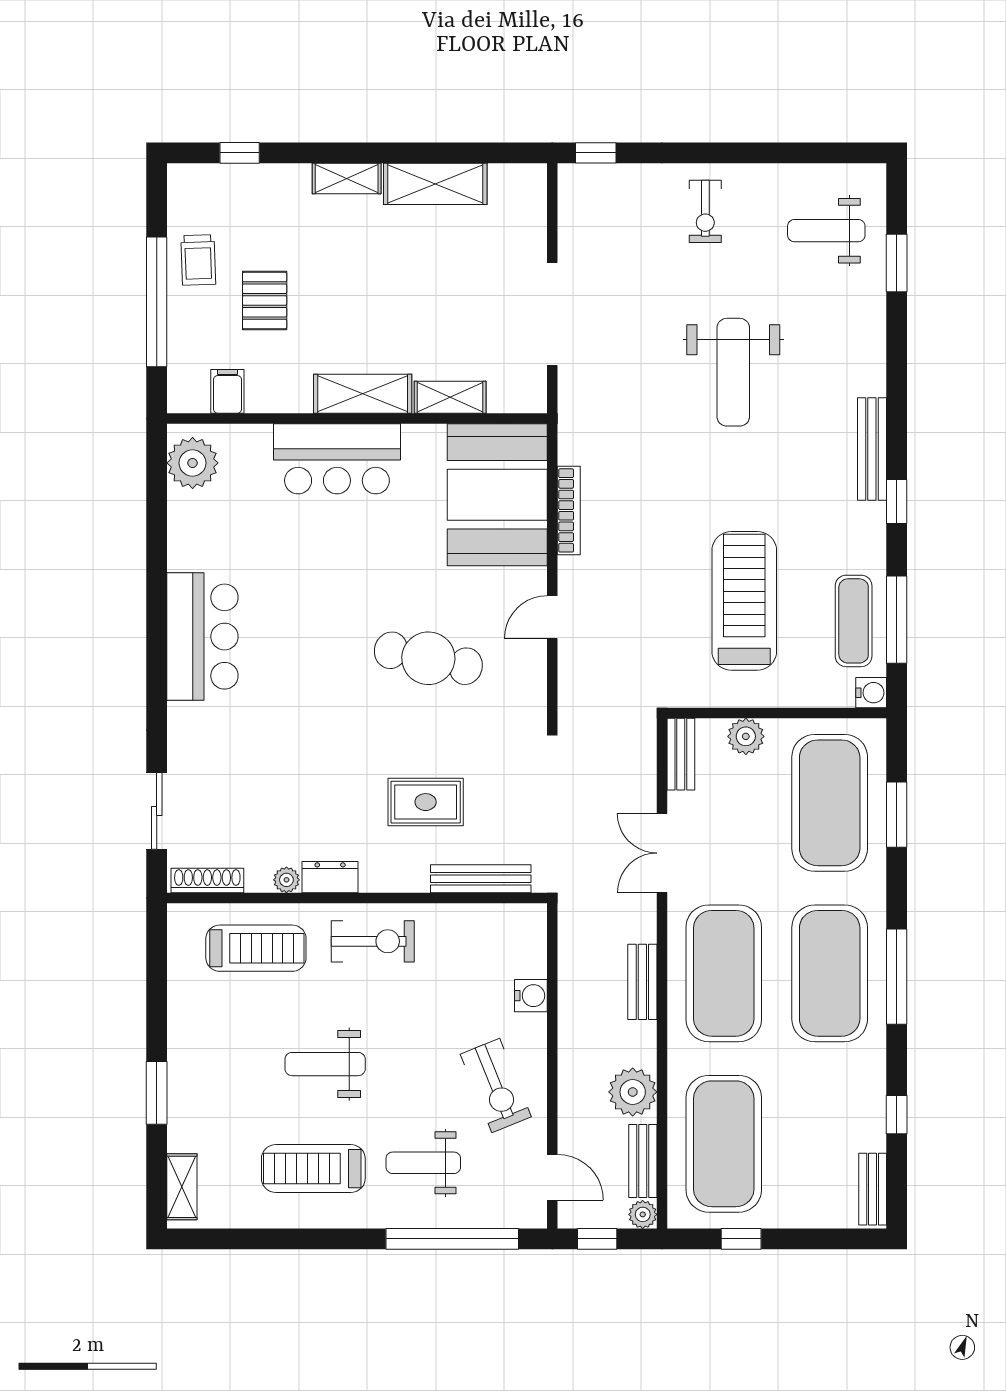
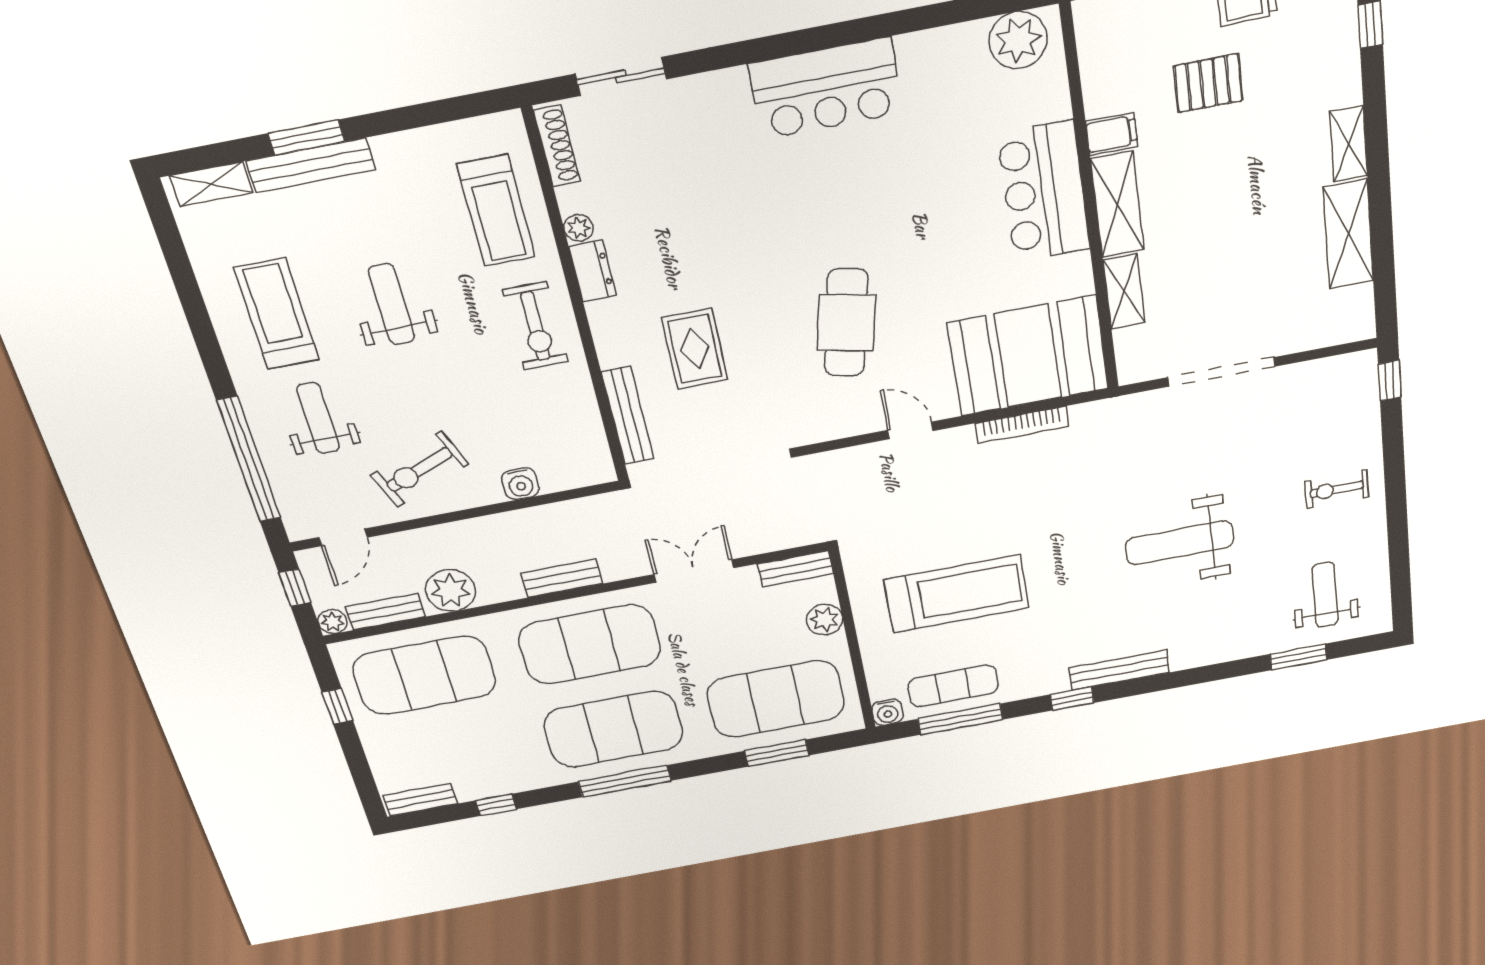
filing cabinet: (227, 391) -> (1112, 134), moved
bench: (182, 1097) -> (311, 165), added

